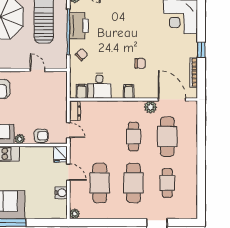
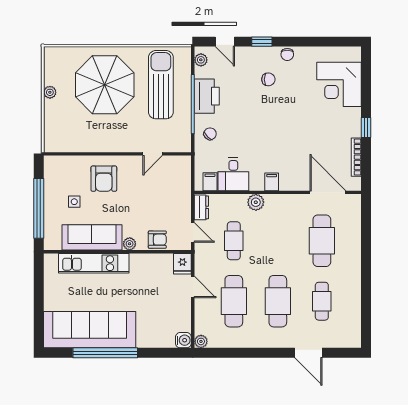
chair: (140, 63) -> (268, 79), moved
door: (37, 70) -> (153, 154), swing flipped
plant: (150, 107) -> (256, 202), moved
cafe table: (133, 137) -> (234, 241), moved
water cooler: (61, 193) -> (183, 340), moved

